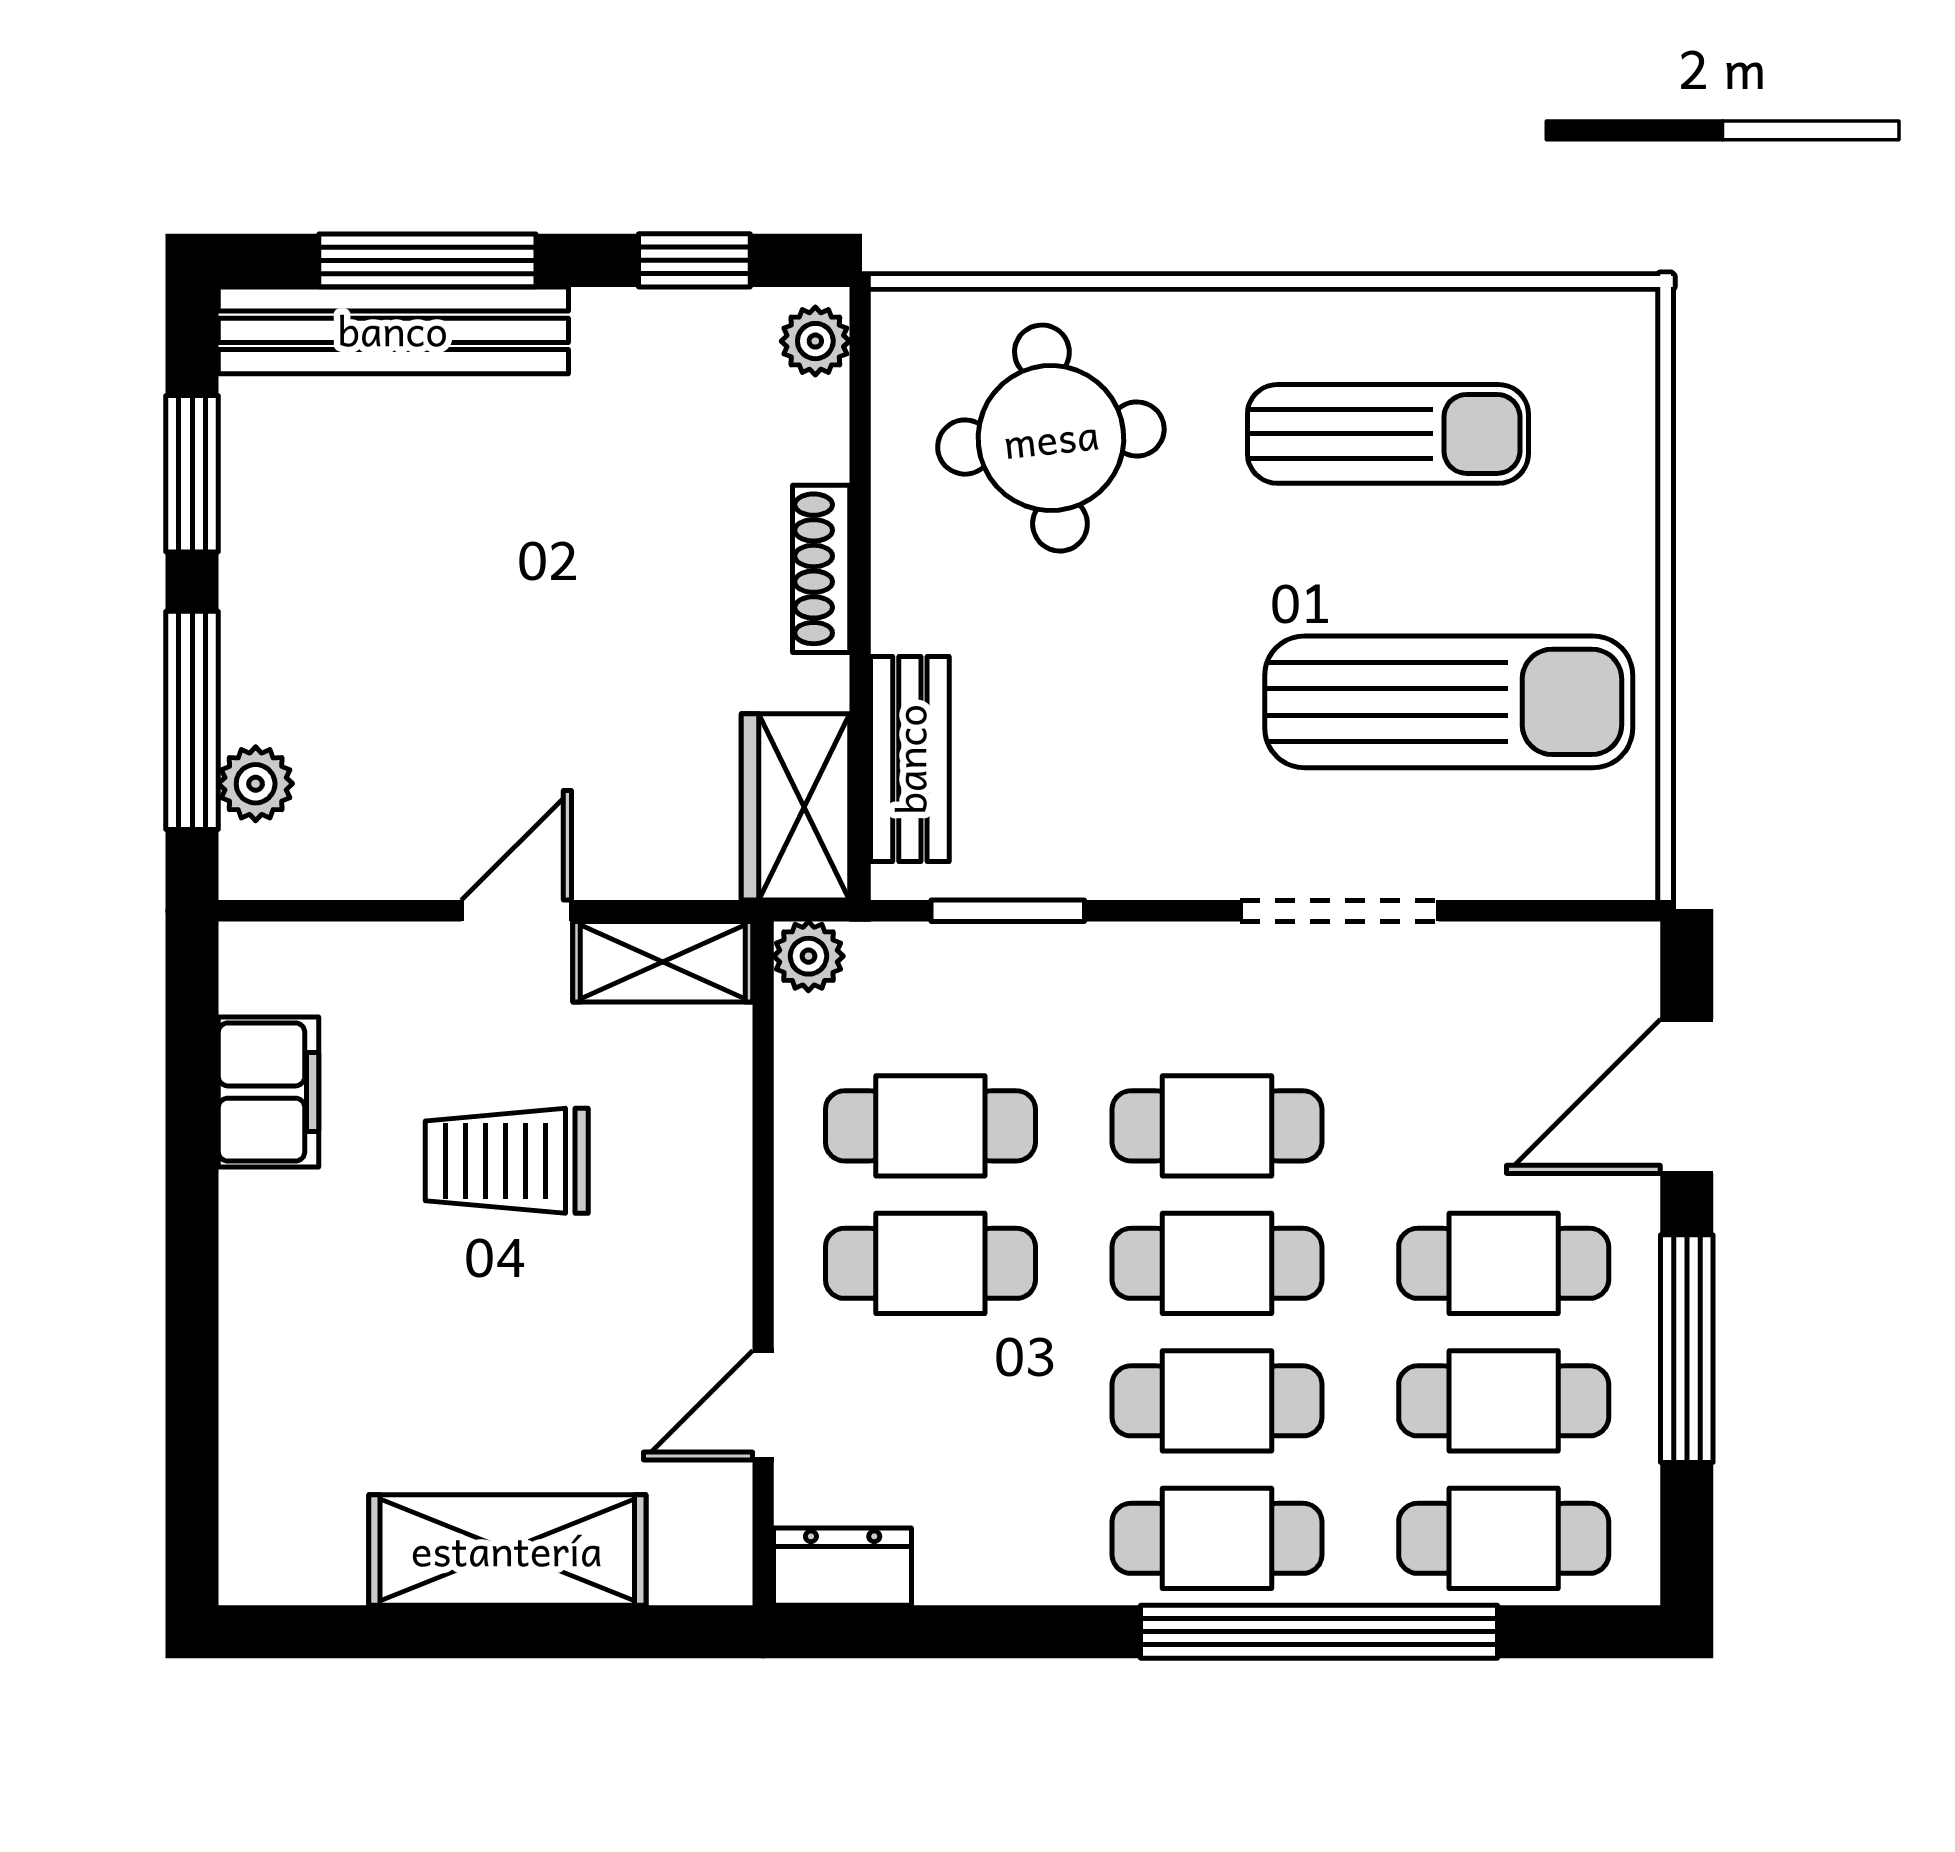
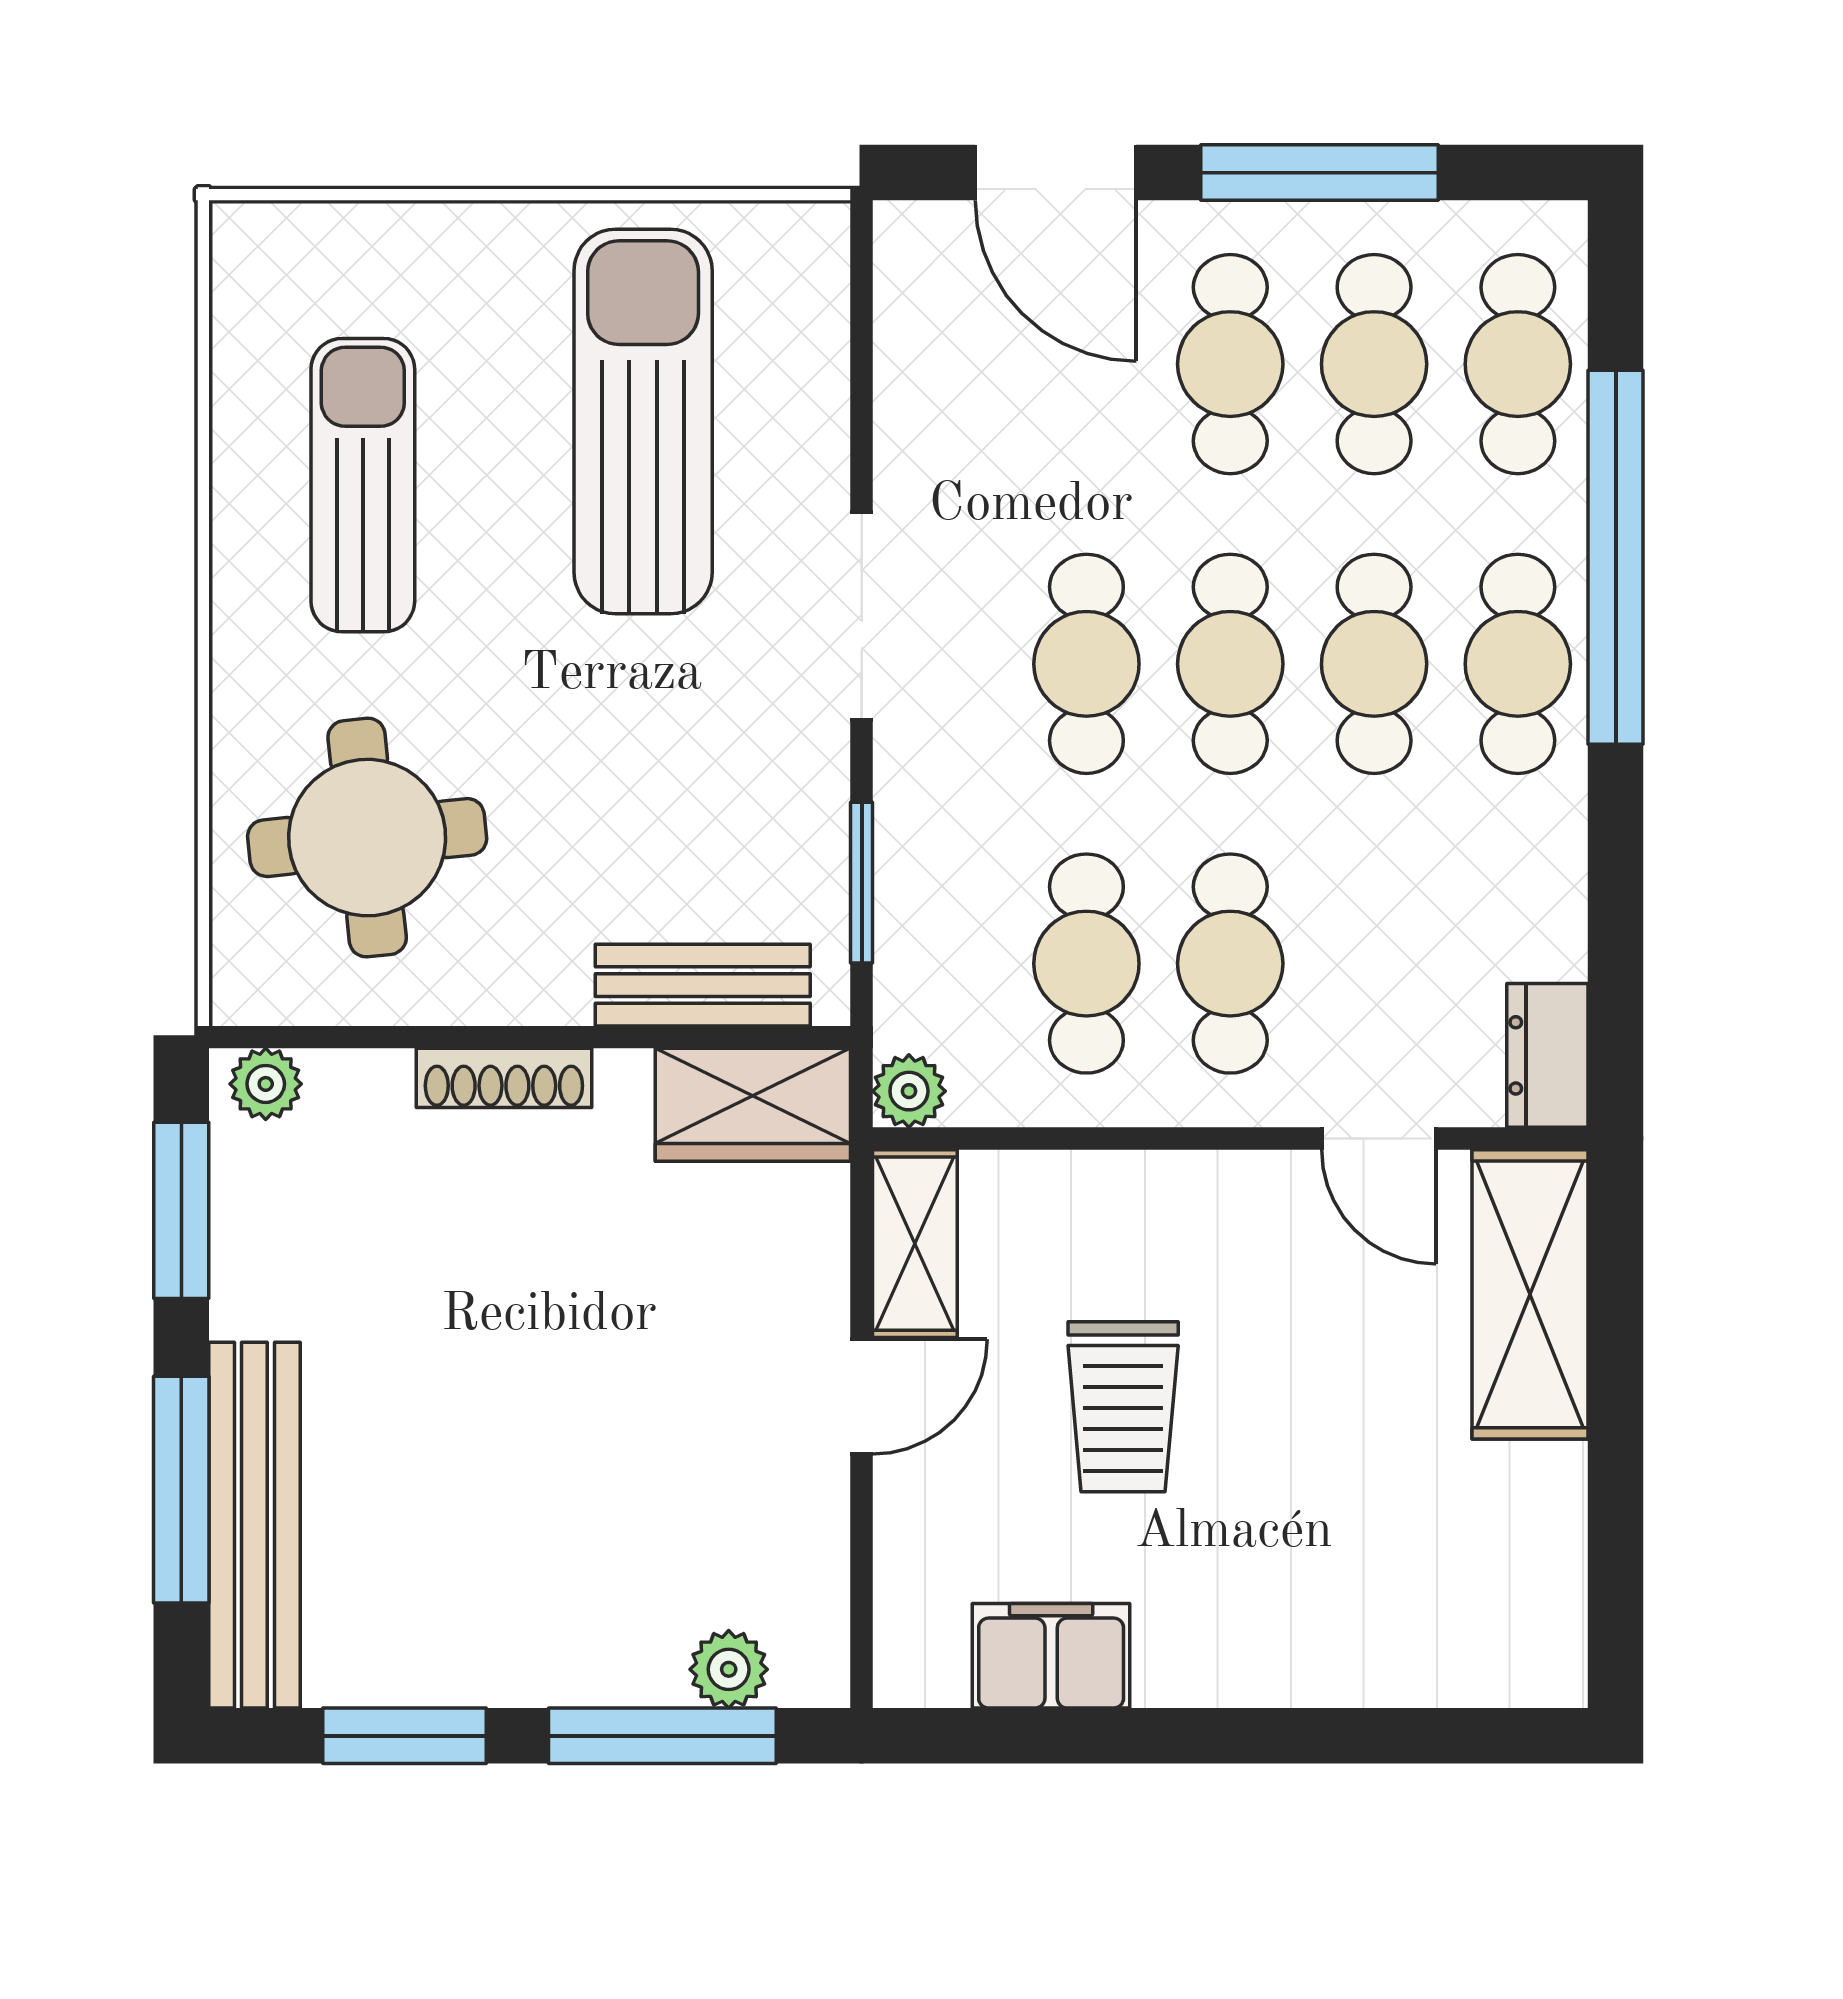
window: (694, 260) -> (181, 1210), width x1.50
door: (516, 911) -> (862, 1397), swing flipped
doorway: (1339, 911) -> (862, 616), moved
shelving: (507, 1550) -> (1530, 1294), moved

